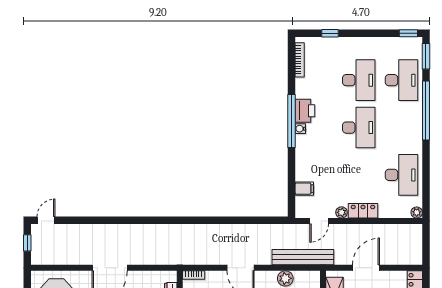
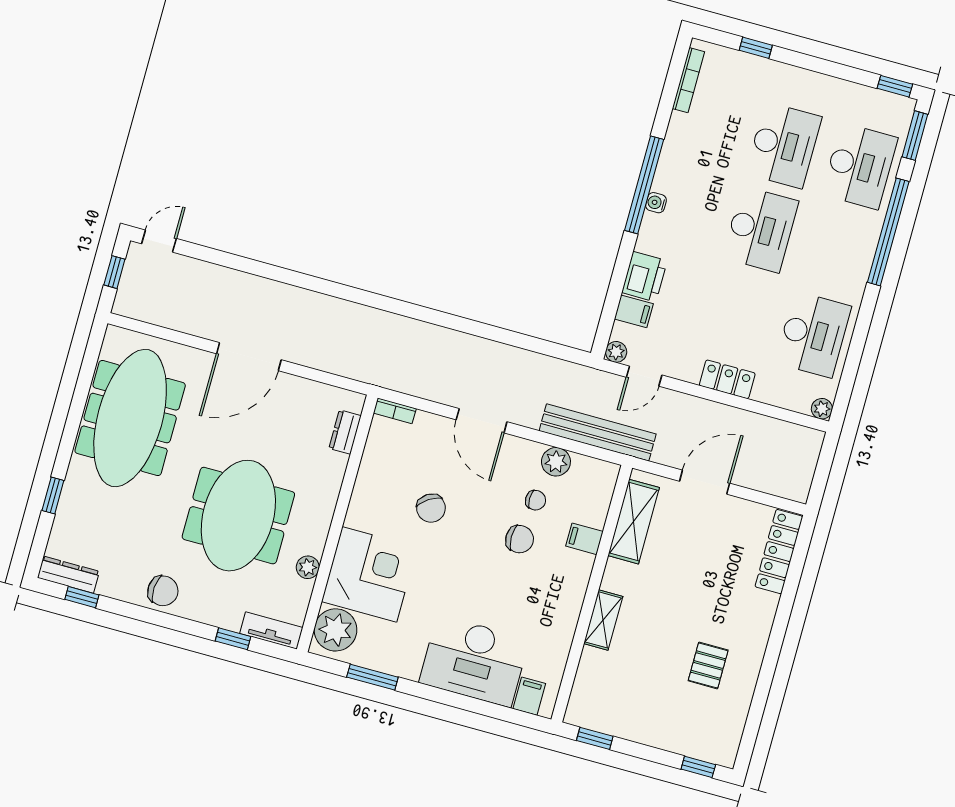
printer: (305, 111) -> (644, 277), moved
plant: (341, 212) -> (616, 352), moved

